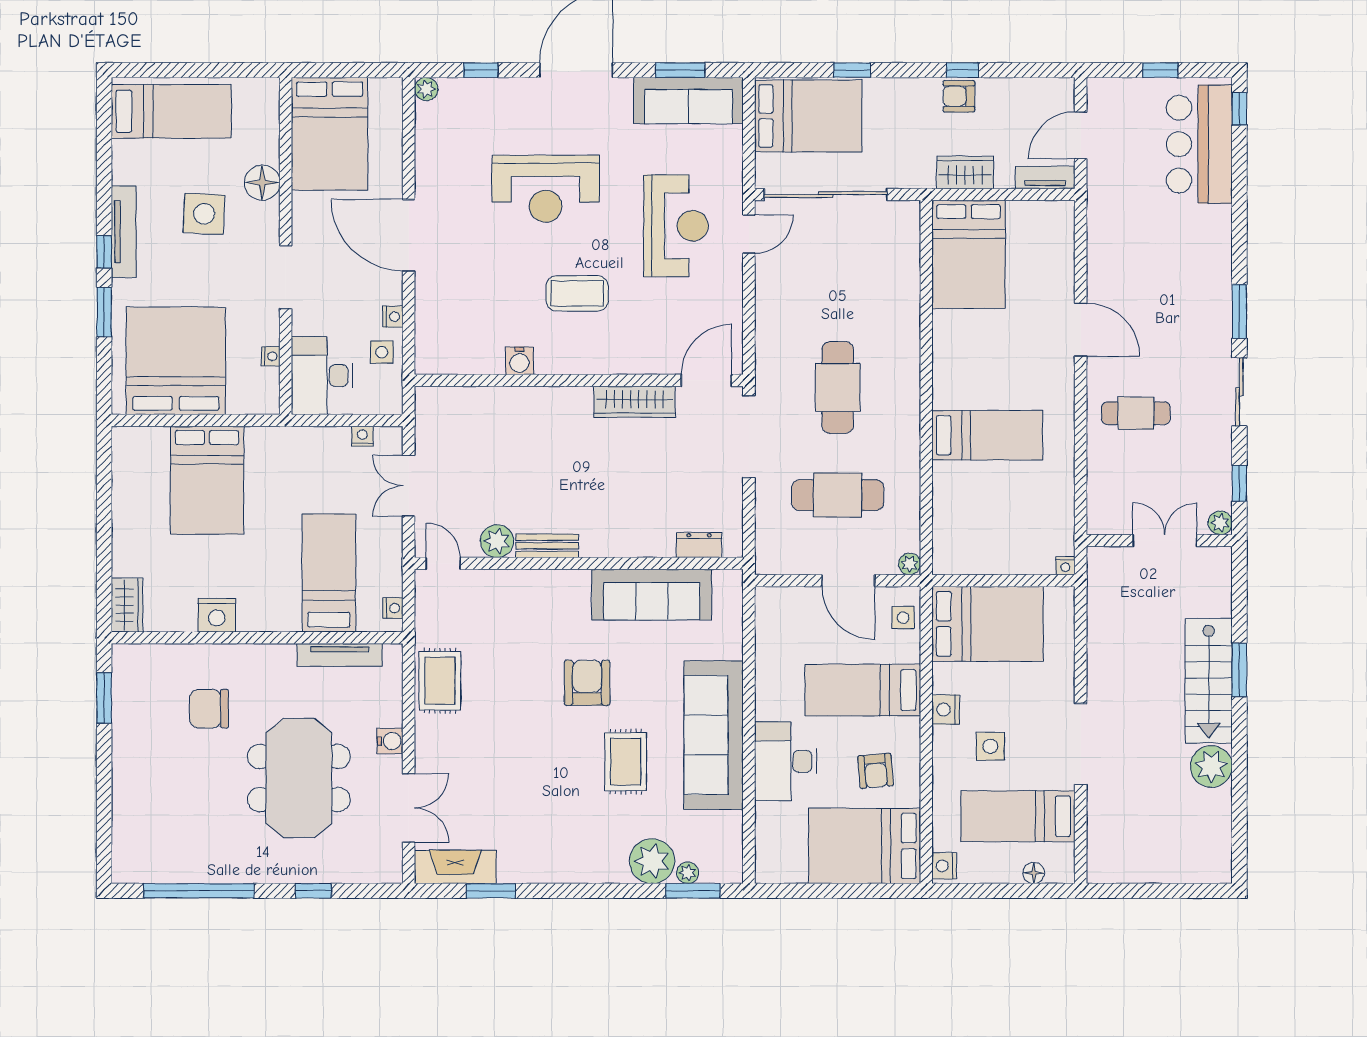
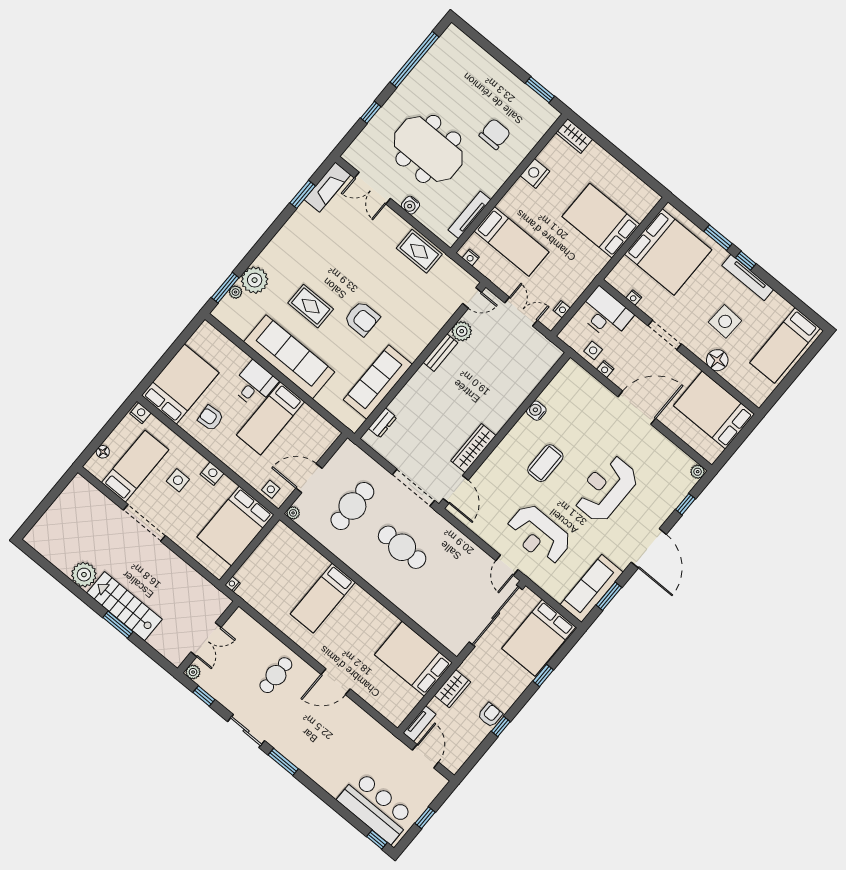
bed: (863, 690) -> (270, 418), moved, turned 180
desk: (786, 761) -> (254, 384), width x0.73

